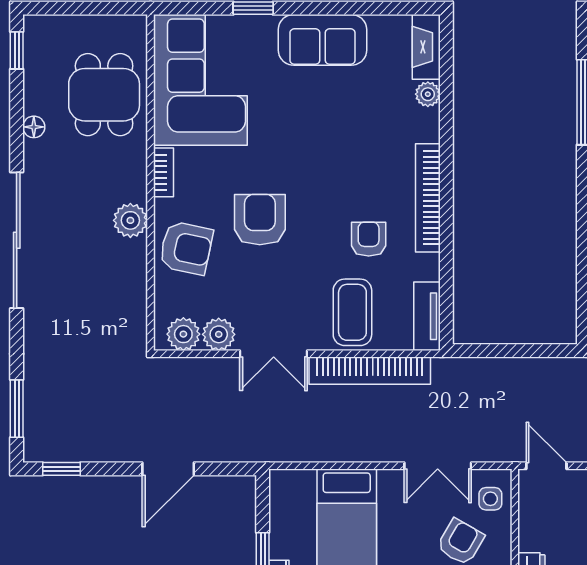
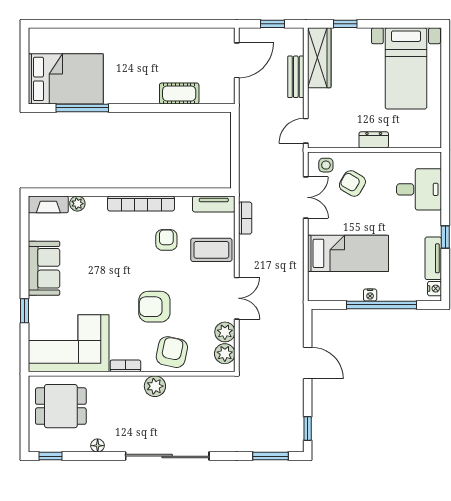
dining table: (104, 95) -> (61, 406), moved
armchair: (369, 239) -> (166, 240), turned 90
bookcase: (370, 371) -> (245, 218), width x0.43, depth x0.76

